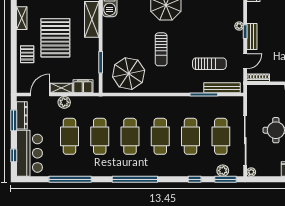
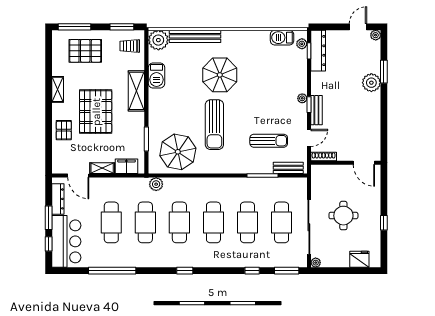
sun lounger: (161, 49) -> (214, 125), width x1.36, depth x1.34
bench: (222, 88) -> (288, 168), width x0.73
door: (40, 95) -> (78, 175), swing flipped
plant: (64, 102) -> (156, 184), moved
window: (14, 120) -> (49, 218), moved
plant: (223, 171) -> (284, 261), removed
window: (135, 179) -> (185, 271), width x0.32

